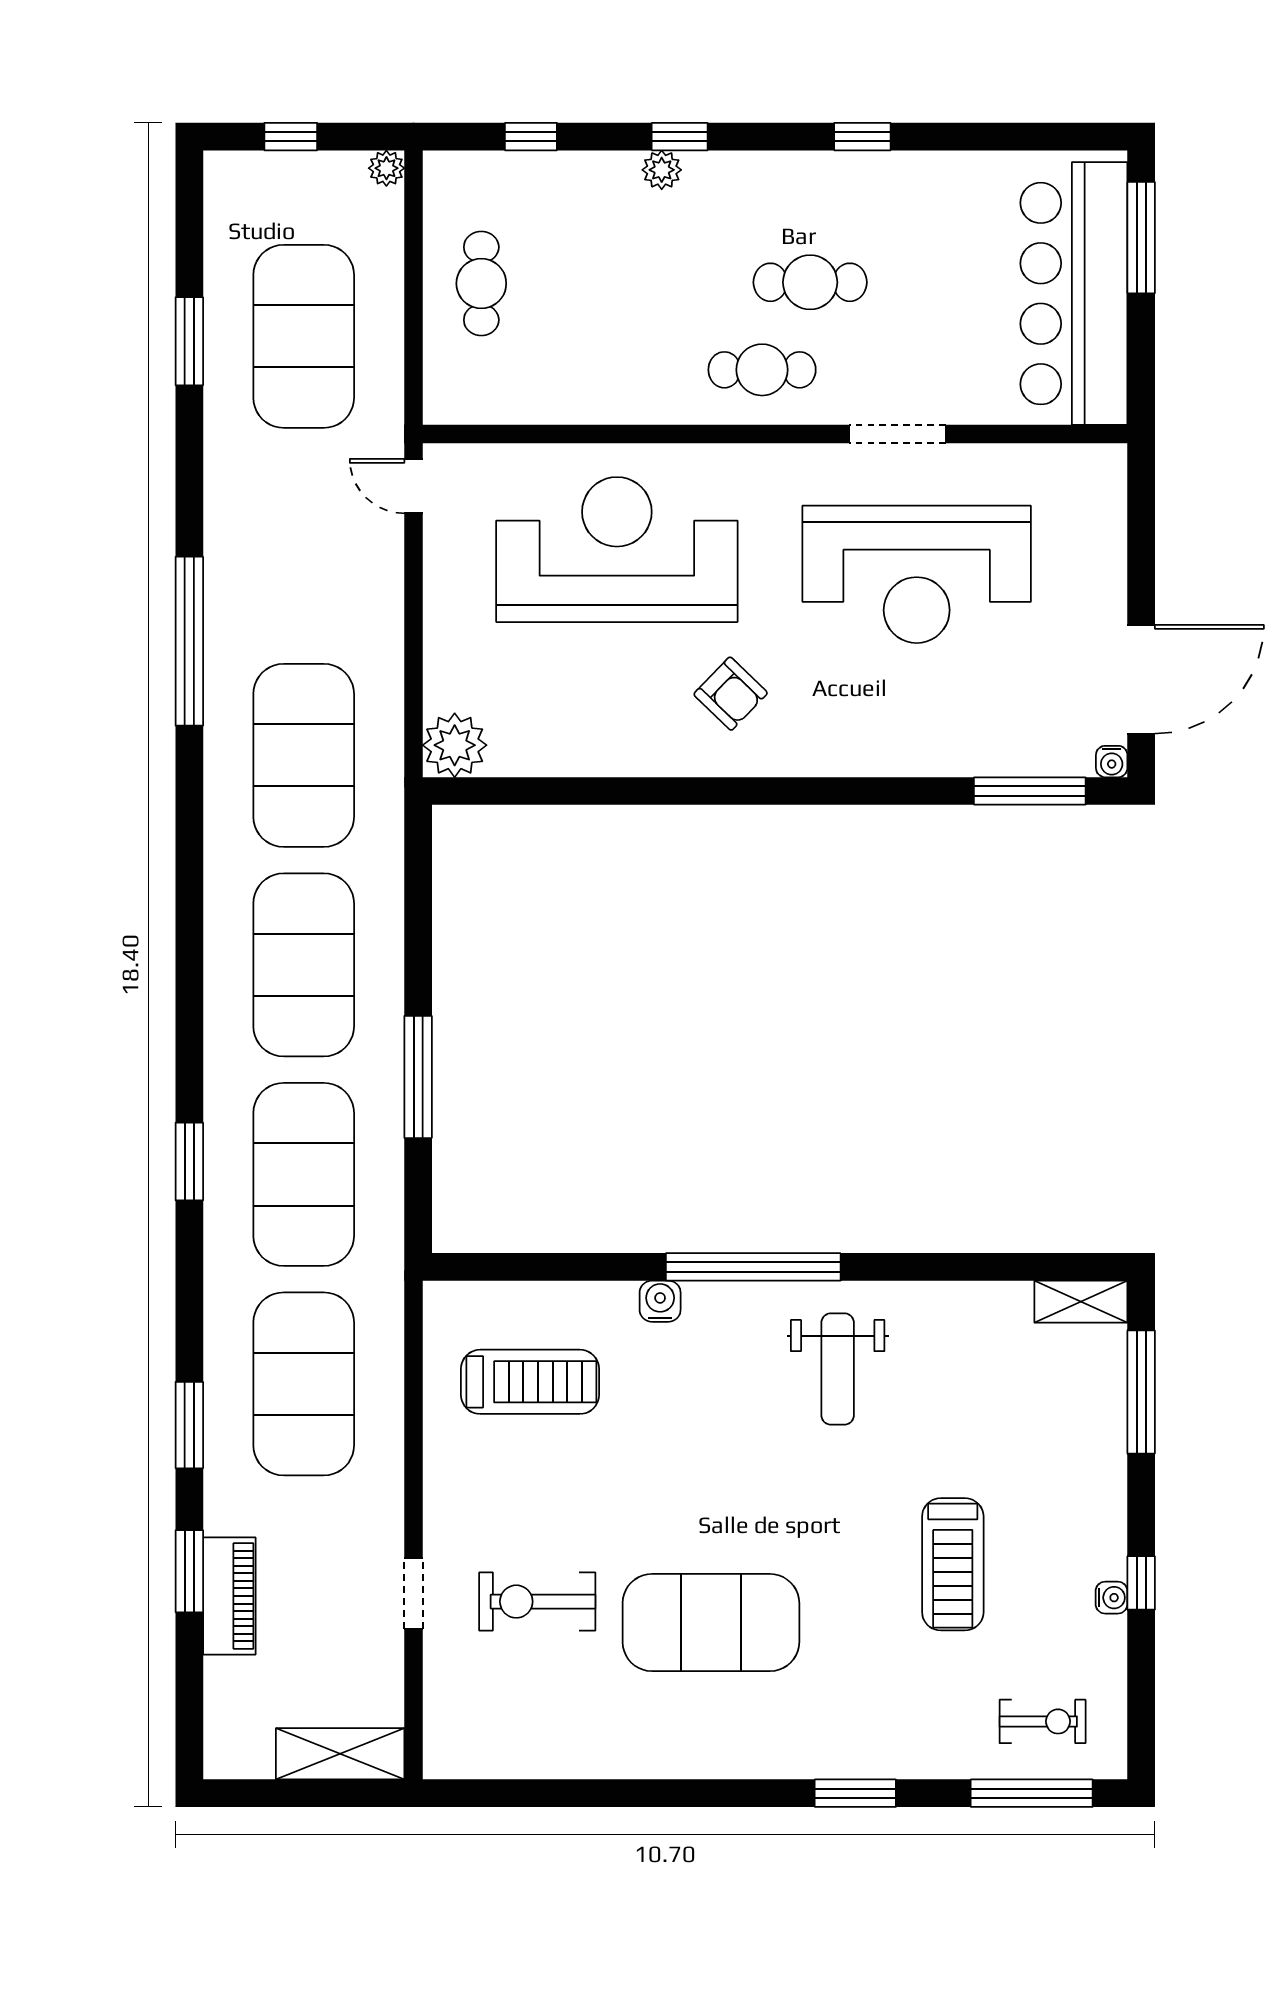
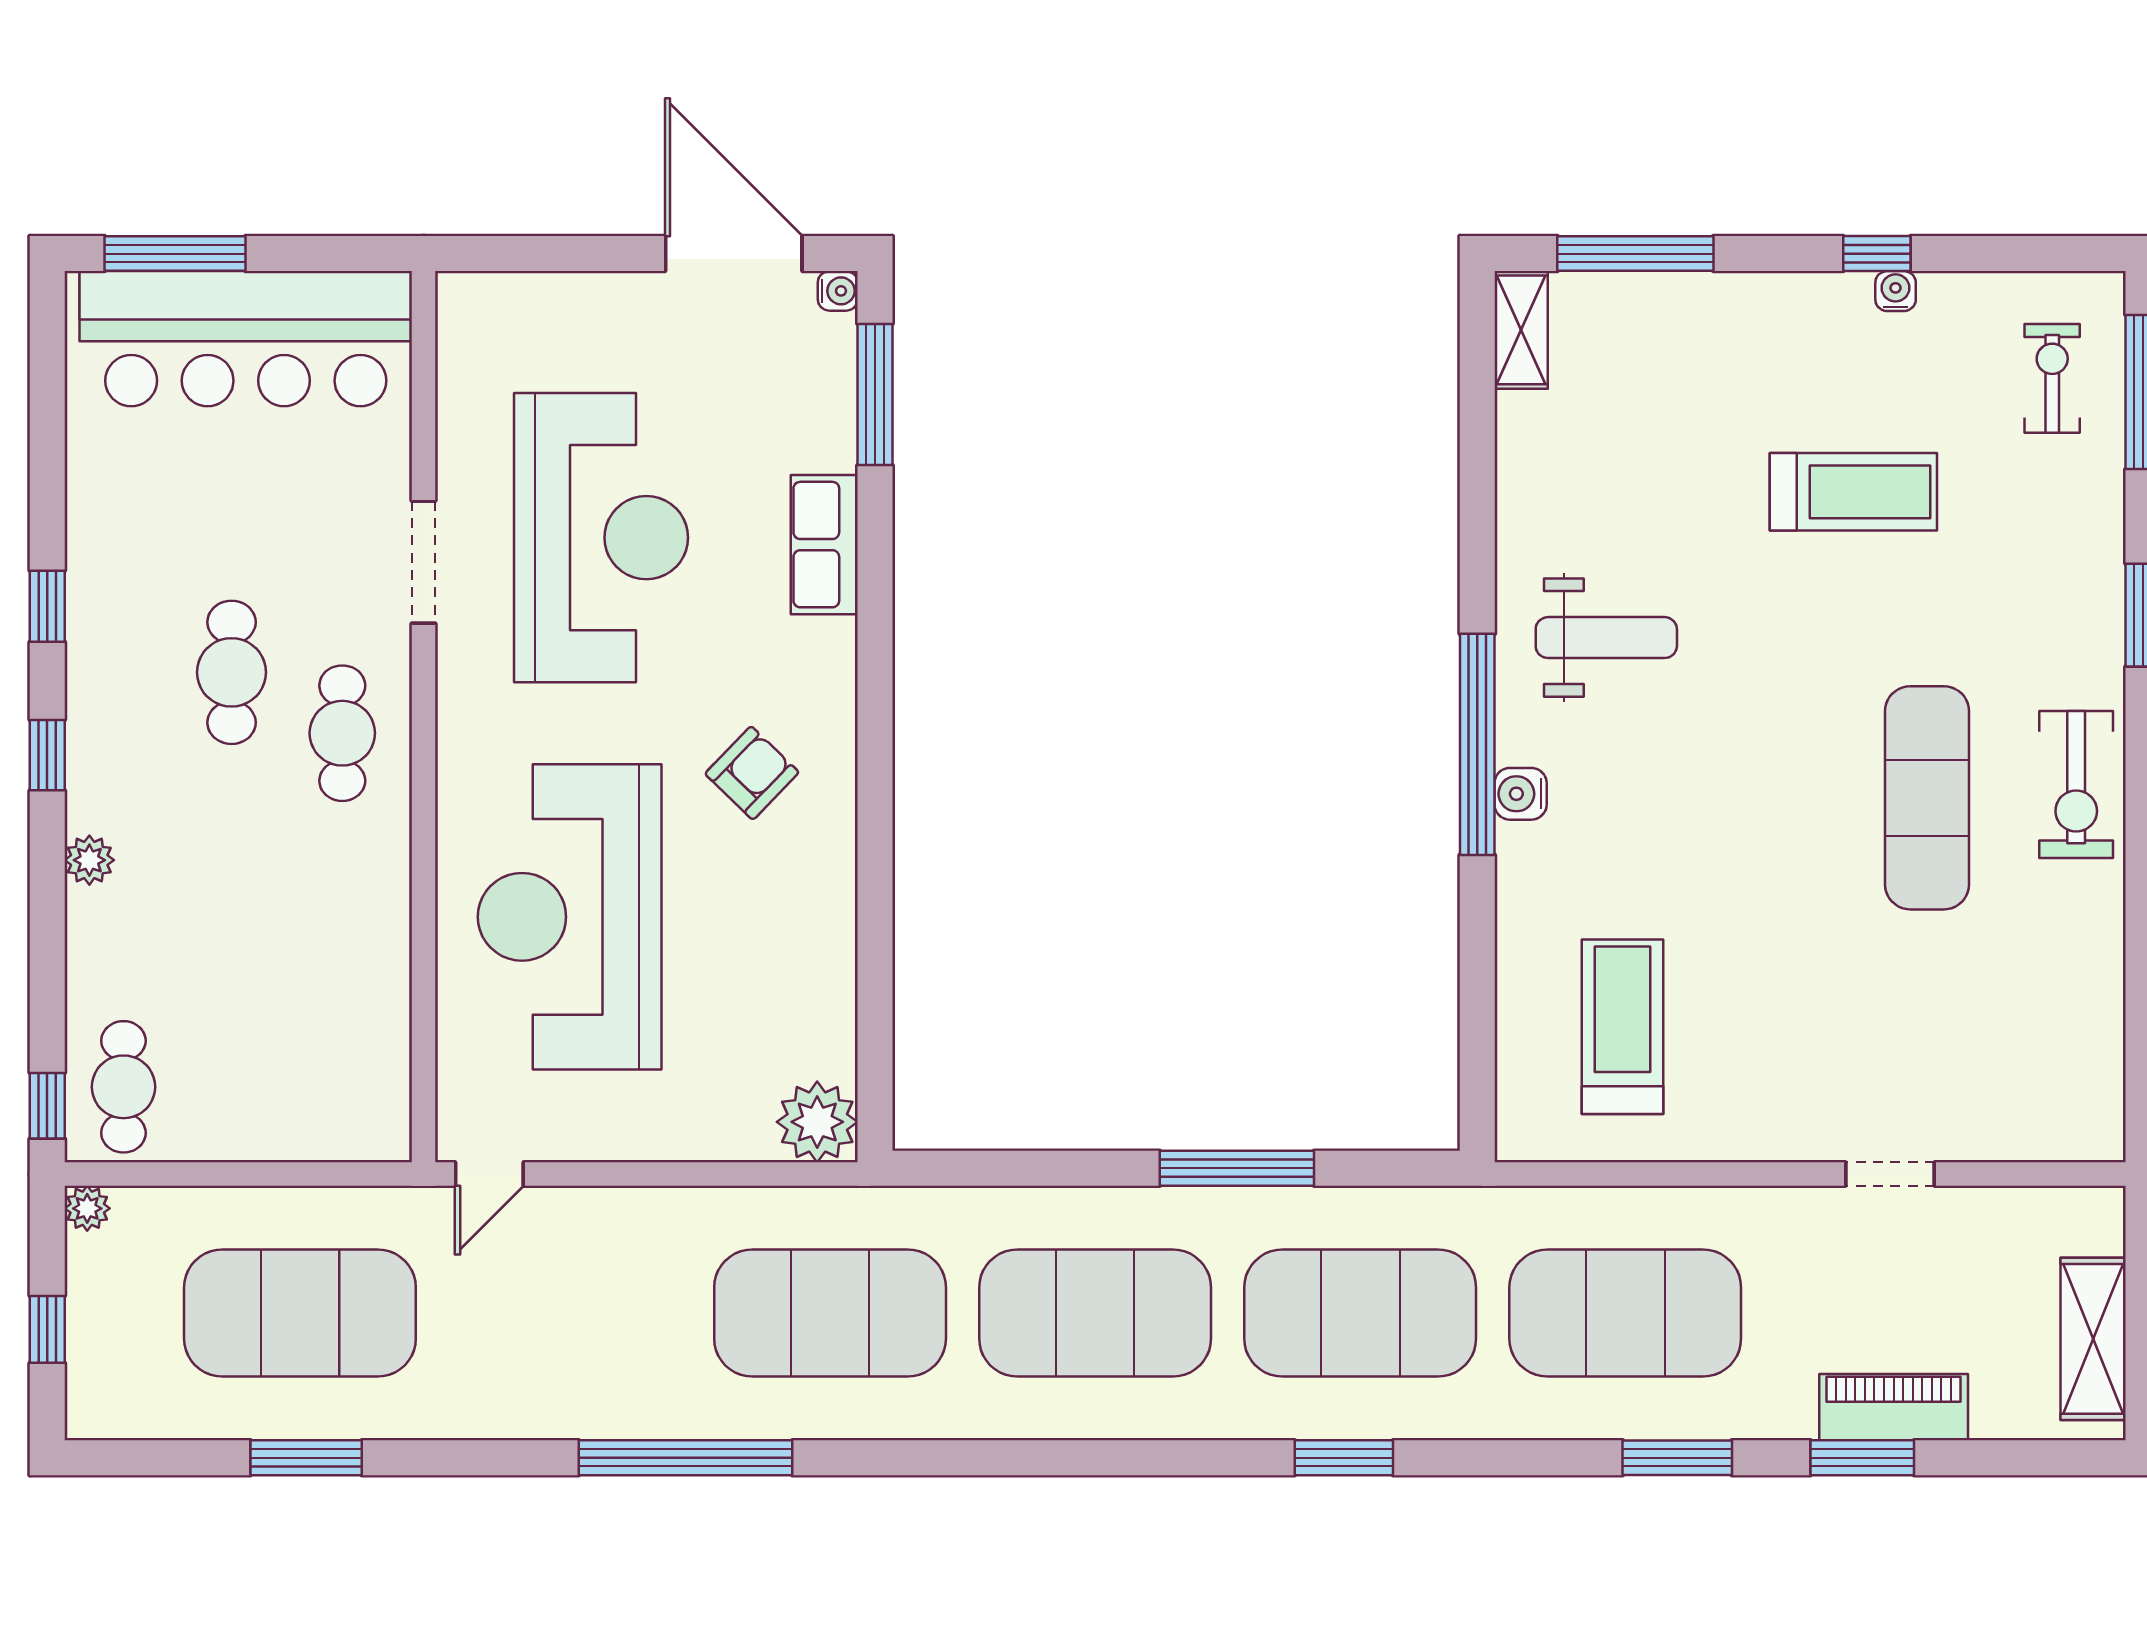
window: (531, 137) -> (47, 1106), moved
window: (680, 137) -> (47, 755), moved
cafe table: (481, 284) -> (123, 1087), moved, turned 90
row of seats: (911, 751) -> (824, 545), added
water cooler: (660, 1301) -> (1521, 794), moved
exercise bike: (537, 1602) -> (2076, 785), moved
exercise mat: (711, 1623) -> (1927, 798), width x0.68
shelving: (340, 1754) -> (2093, 1339), moved

